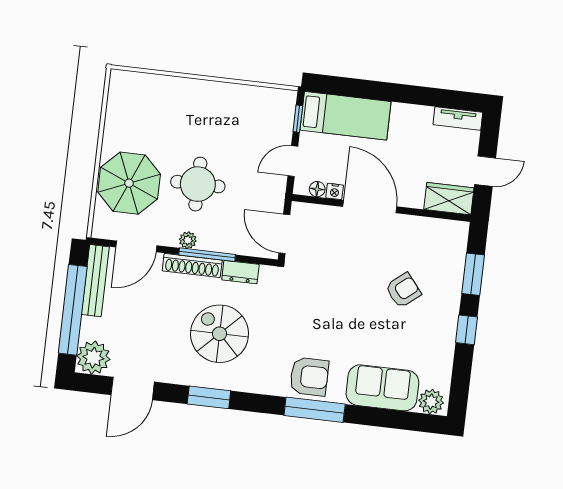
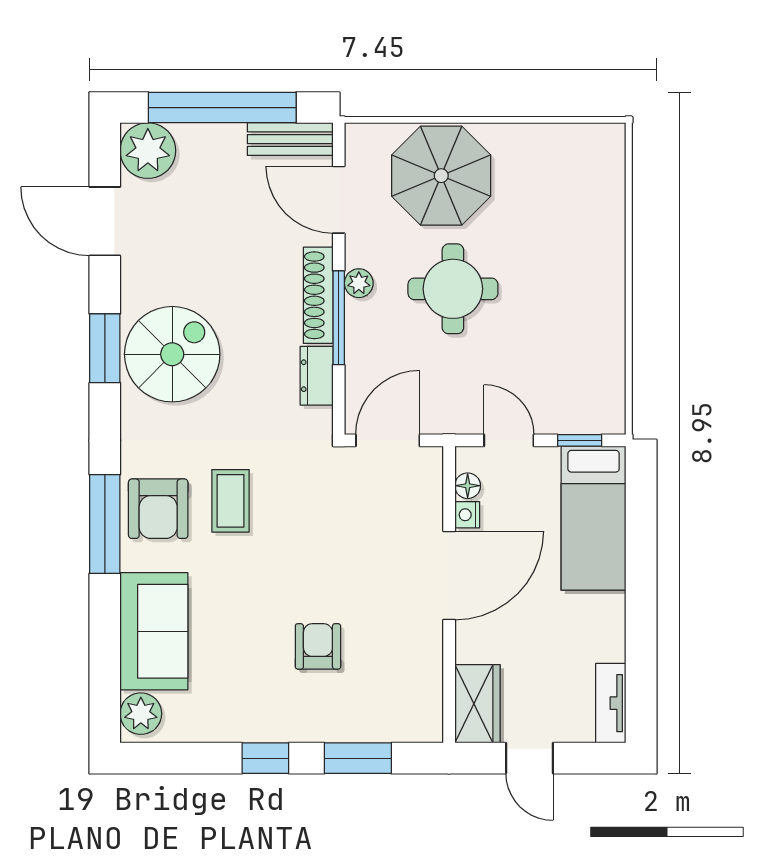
bench: (95, 281) -> (290, 139), width x0.73
armchair: (403, 290) -> (318, 646), turned -141
coffee table: (310, 333) -> (231, 501), added
spiral stairs: (220, 334) -> (172, 354), moved

